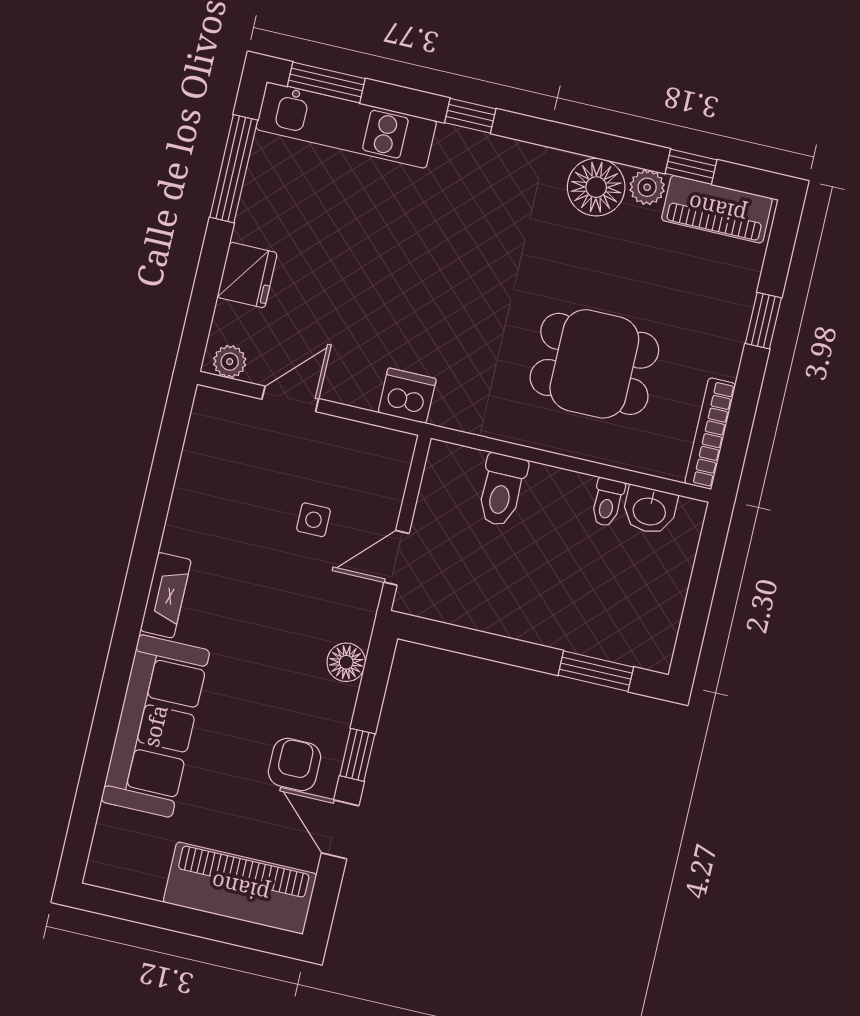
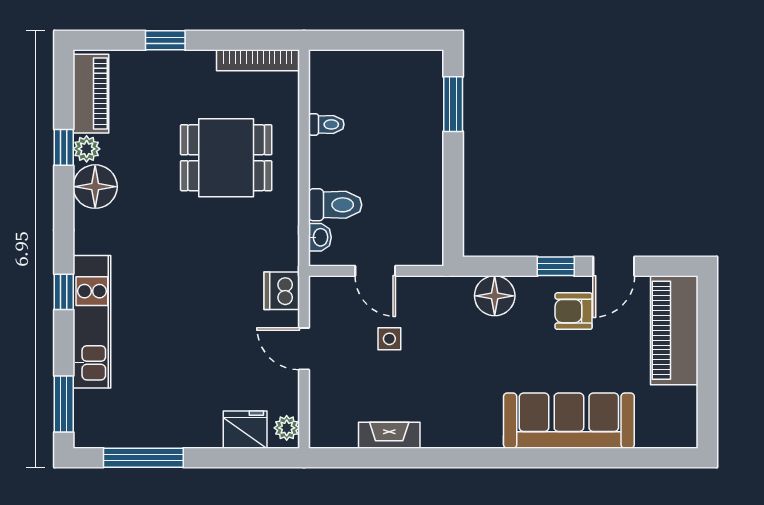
kitchen unit: (346, 125) -> (92, 322), moved
window: (691, 167) -> (64, 147), moved
fridge: (247, 275) -> (245, 430), moved
dining table: (594, 364) -> (226, 158), turned 90
door: (290, 399) -> (304, 349), moved
washbasin: (650, 510) -> (320, 237), moved, width x0.72, depth x0.69
door: (396, 558) -> (375, 271), moved
fireplace: (166, 595) -> (389, 435), moved
floor lamp: (346, 662) -> (495, 296), width x1.38, depth x1.38

